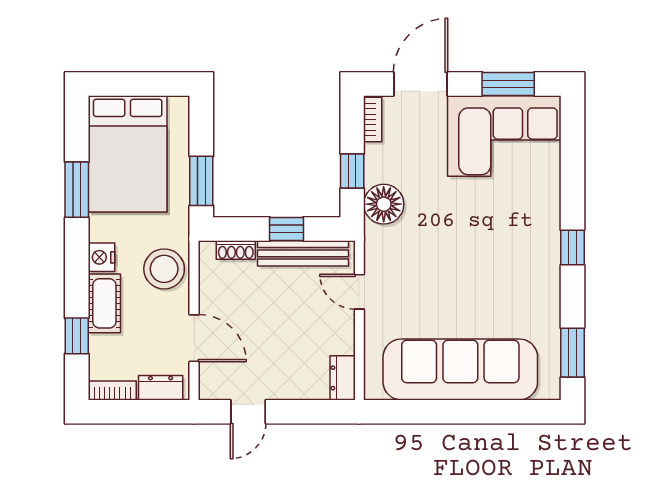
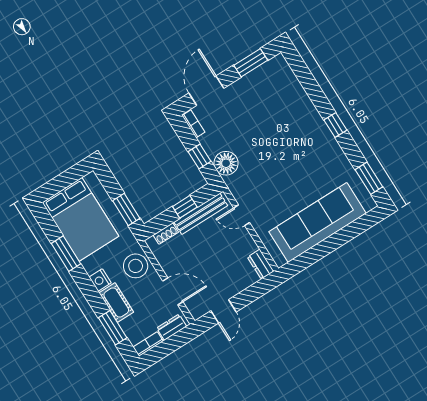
corner sofa: (504, 136) -> (265, 90), removed
window: (77, 336) -> (113, 328), width x1.50

